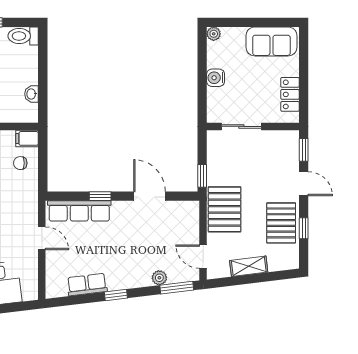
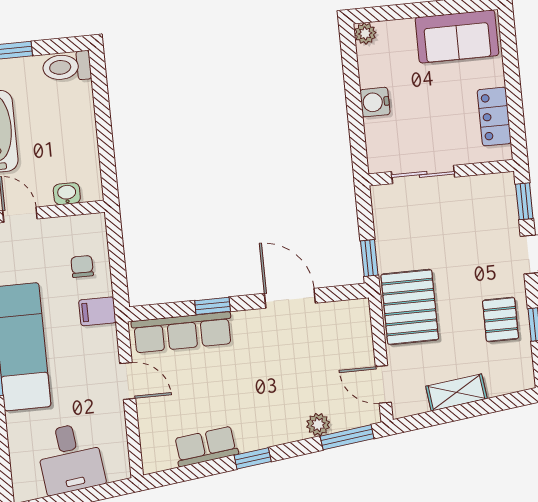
washbasin: (32, 94) -> (67, 194), moved, turned 90
filing cabinet: (27, 138) -> (97, 311), moved
chair: (20, 163) -> (82, 266), turned 90
pallet: (281, 223) -> (500, 320), width x0.67, depth x0.71

